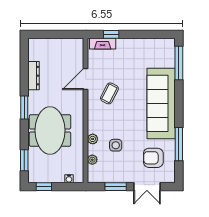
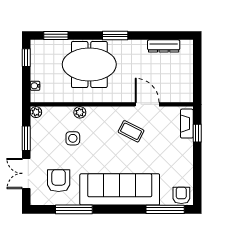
armchair: (166, 49) -> (181, 195), added
dresser: (34, 76) -> (164, 46), moved
plant: (92, 160) -> (36, 112), moved

